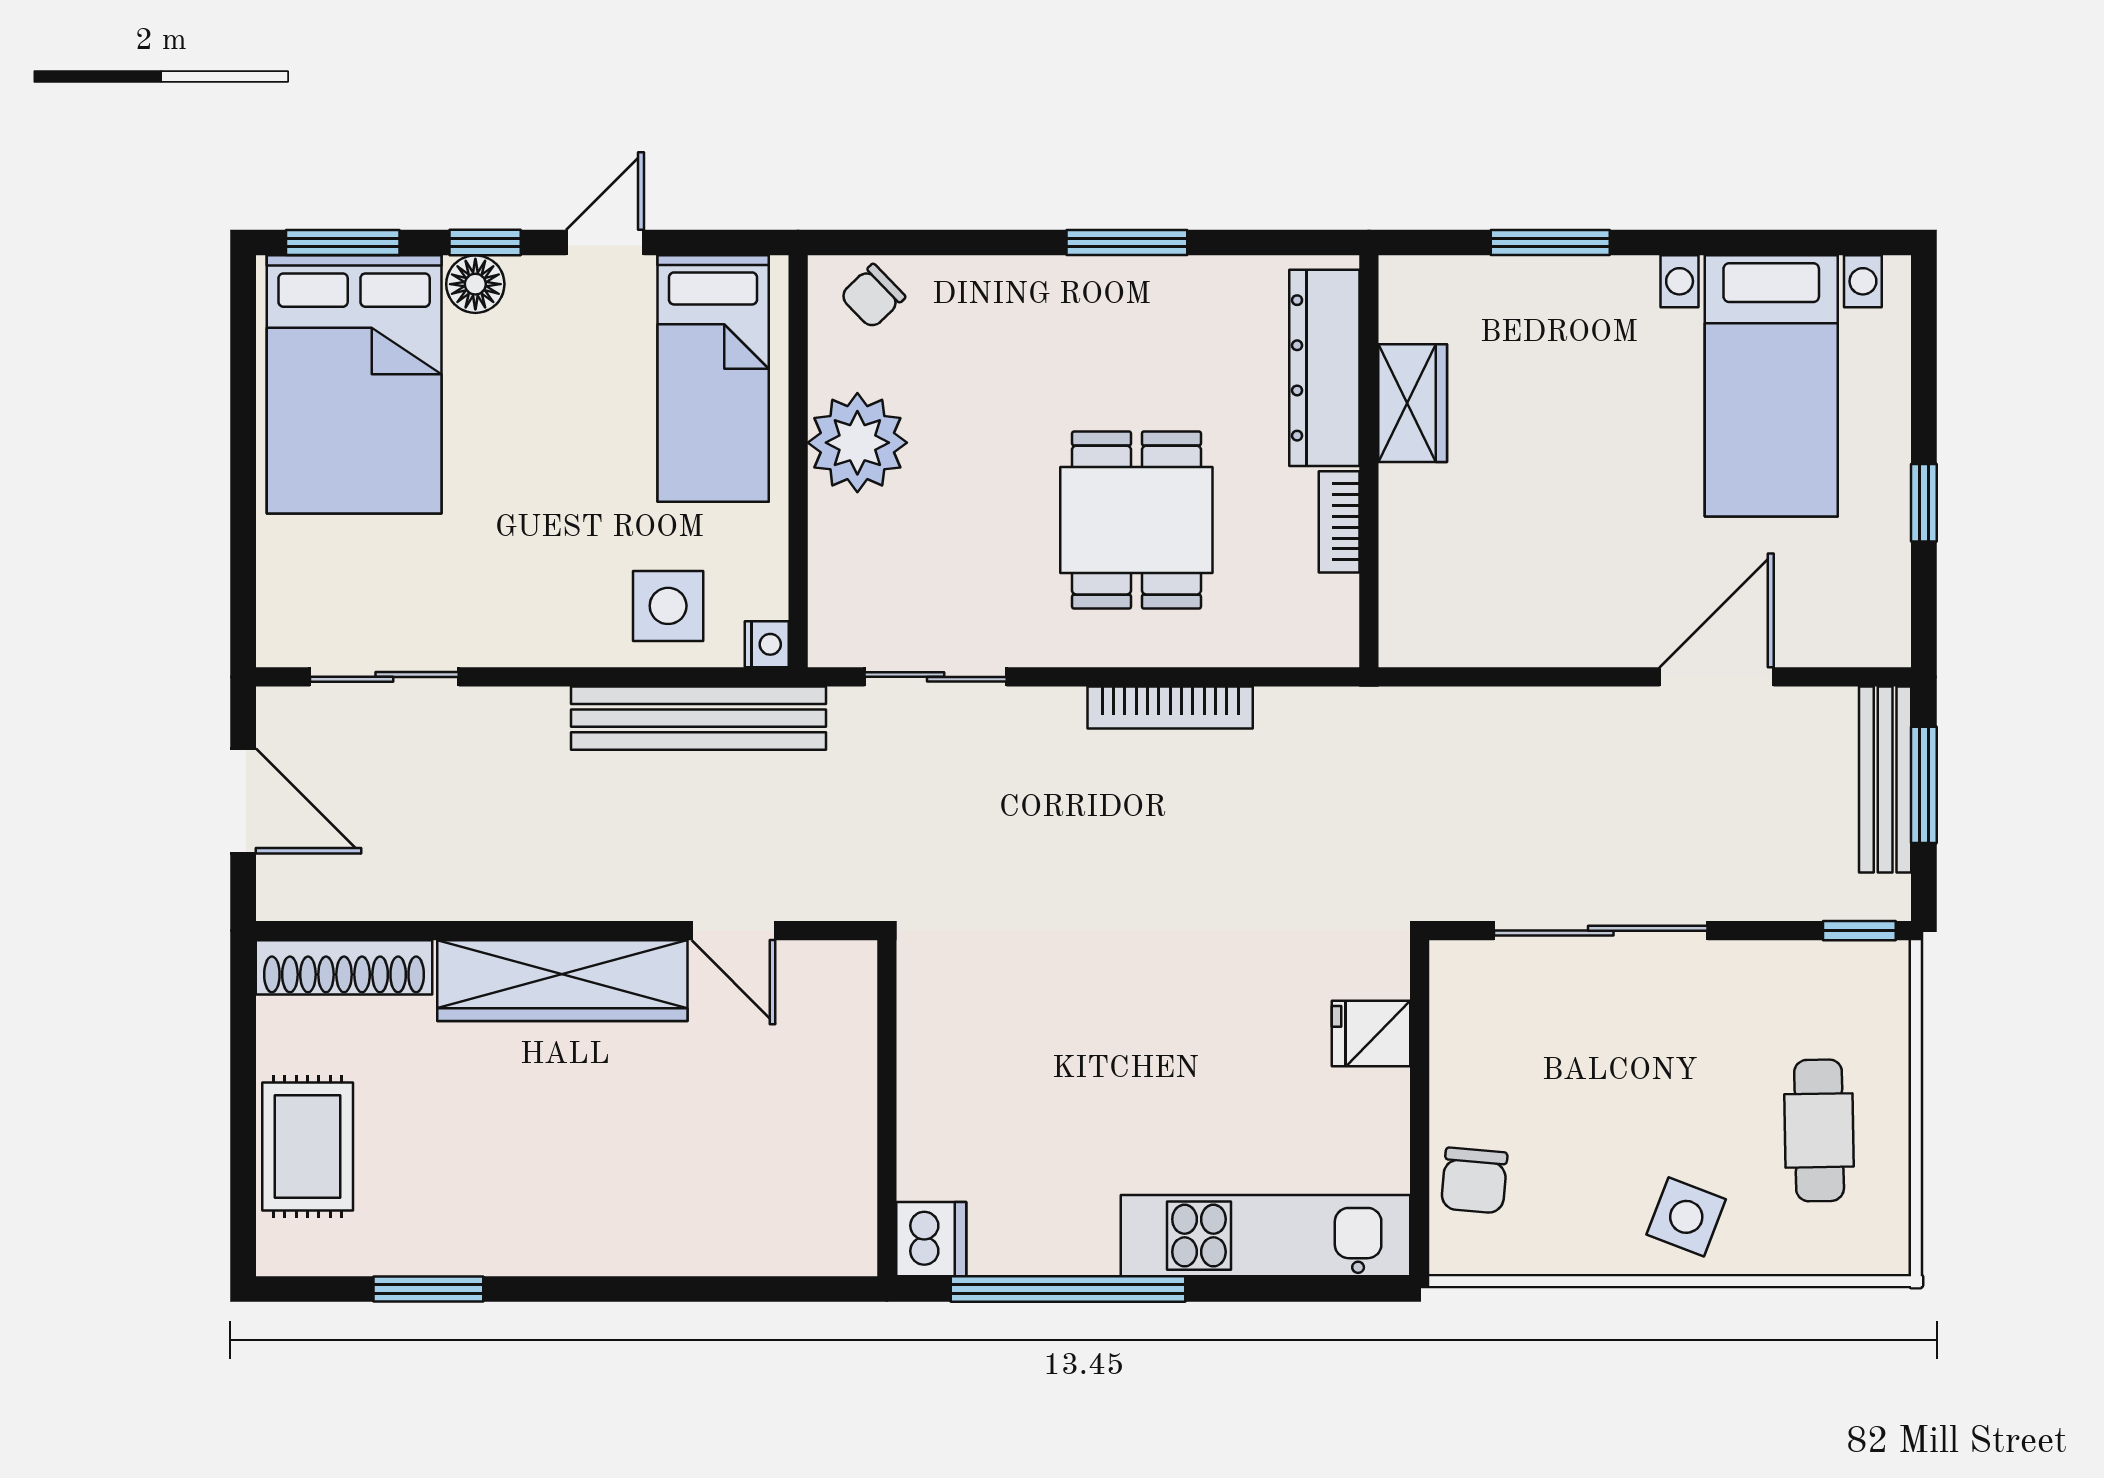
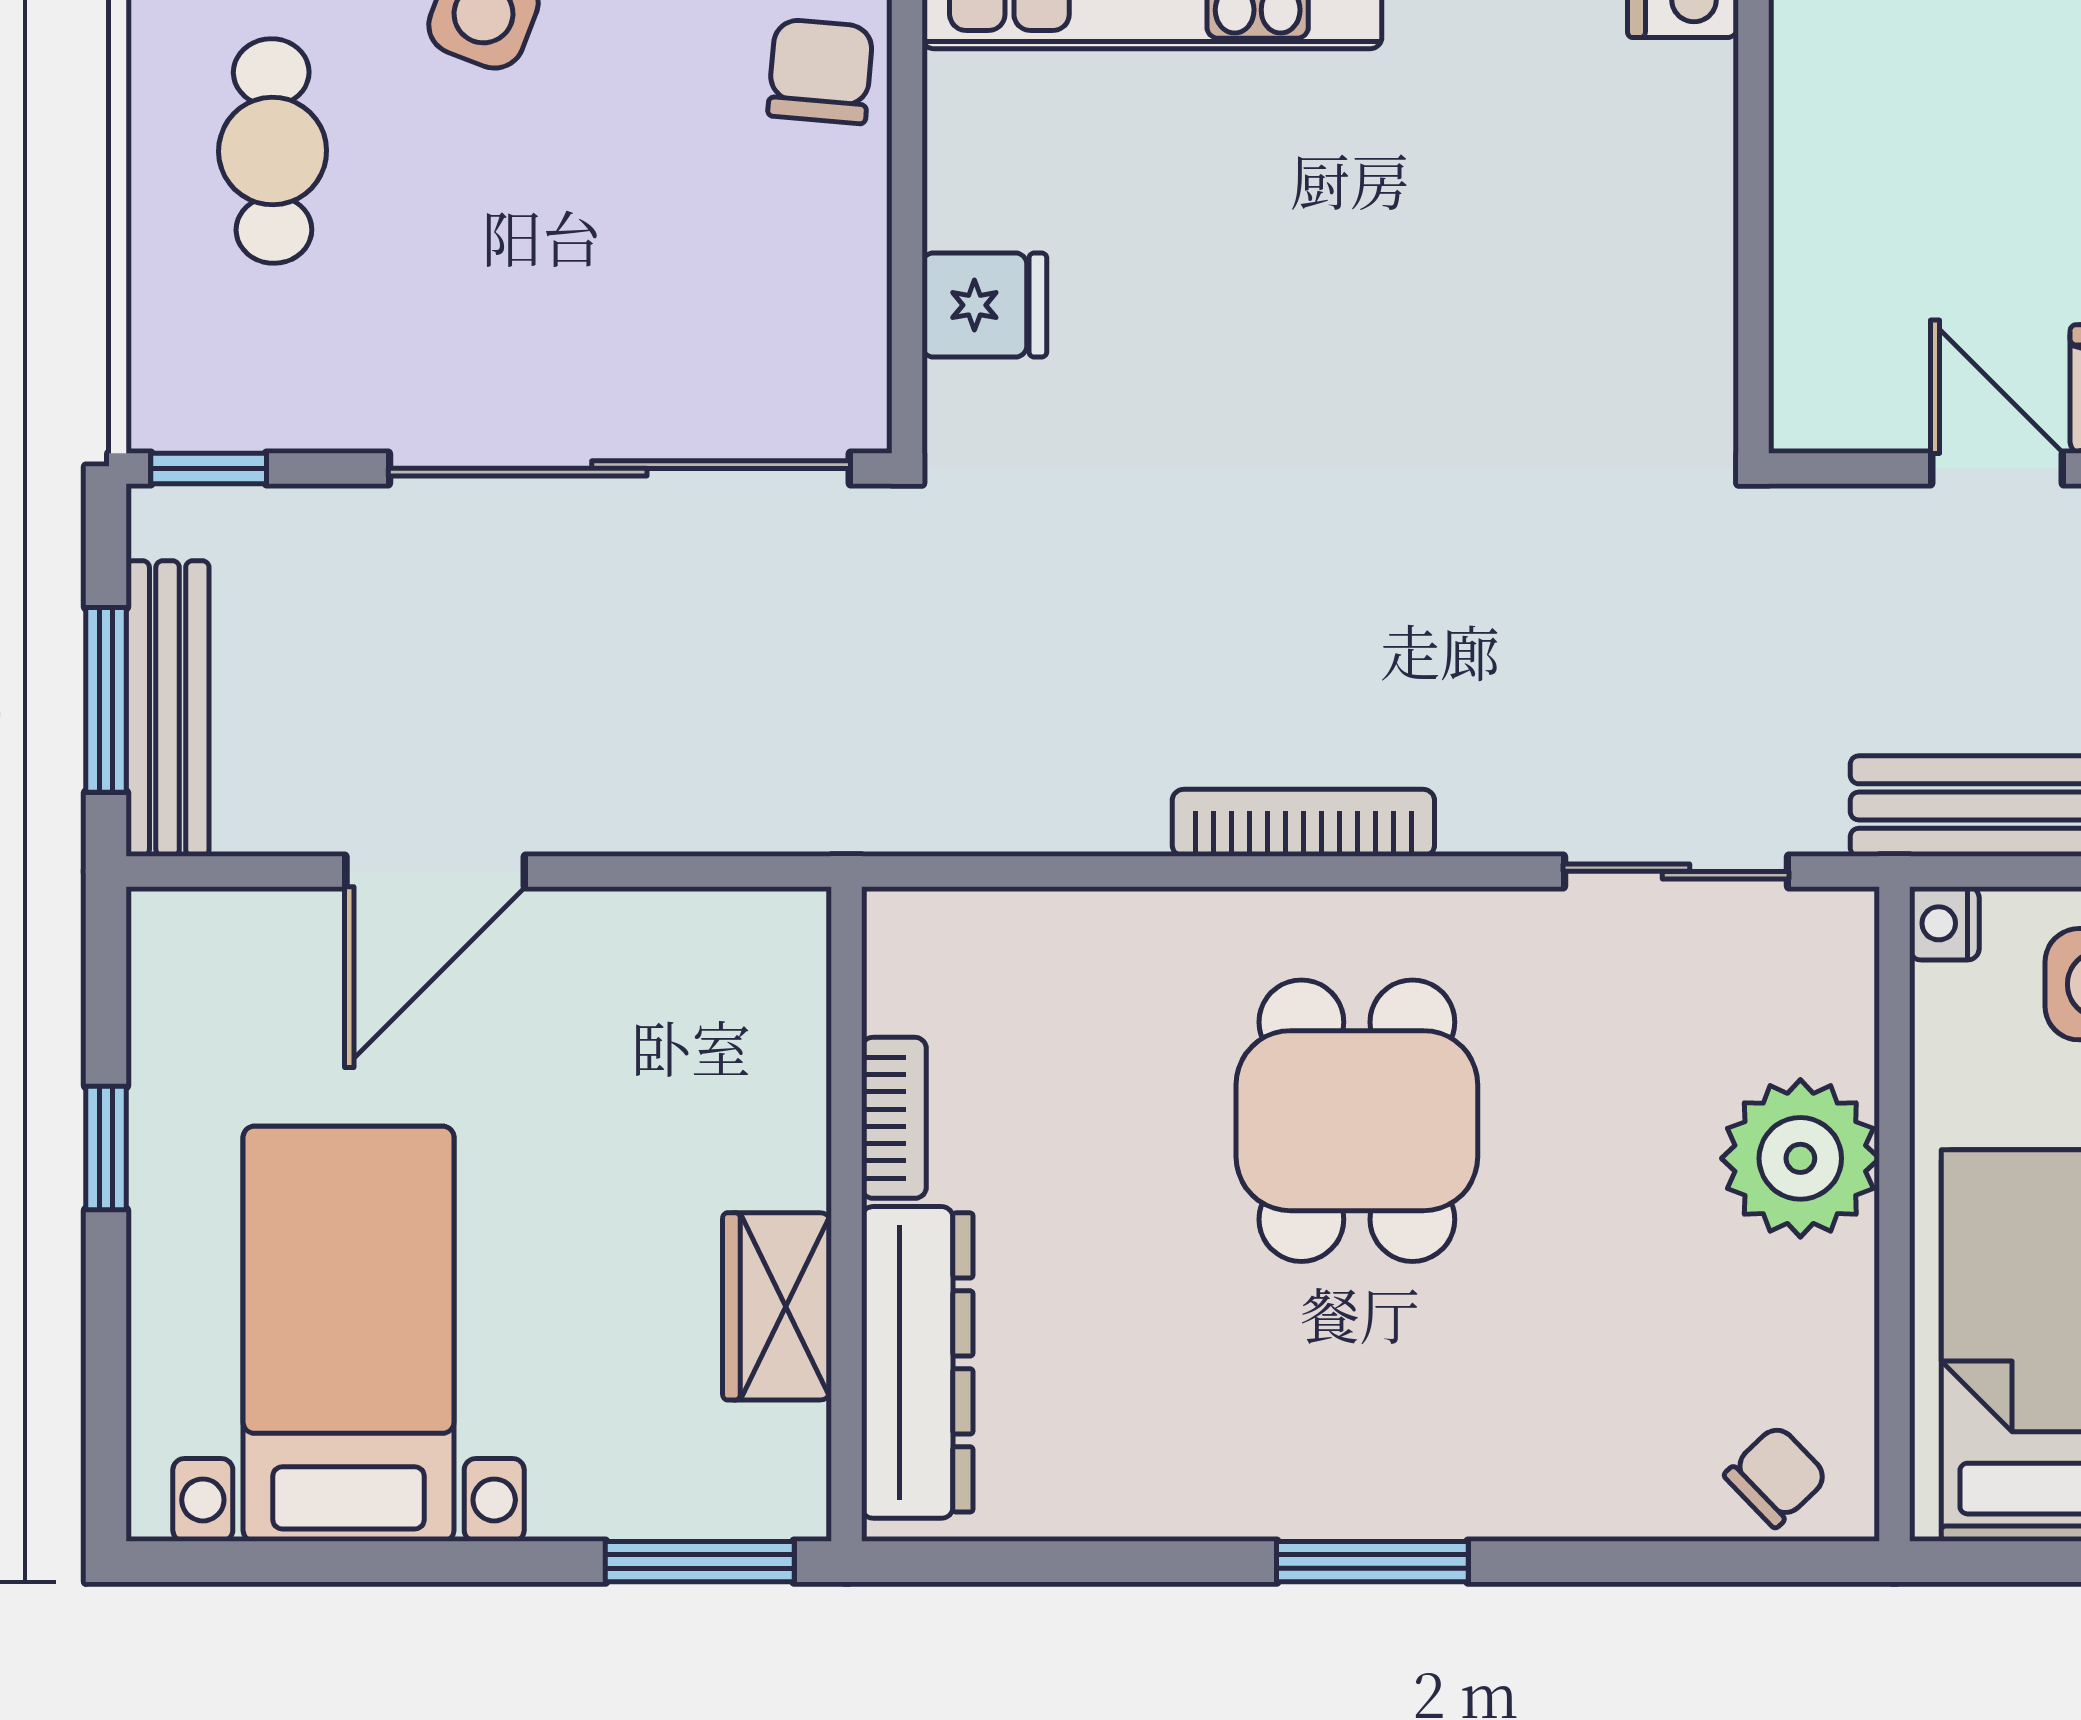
dresser: (1324, 368) -> (917, 1362), moved
wardrobe: (1413, 403) -> (777, 1306), moved
plant: (857, 443) -> (1800, 1158), moved
wall: (1369, 461) -> (847, 1214), moved
bookcase: (1339, 522) -> (894, 1118), moved
sliding door: (1601, 931) -> (619, 468), width x1.36

